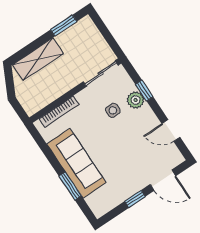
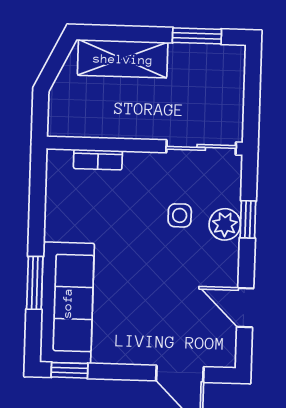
bookcase: (59, 112) -> (98, 160), width x0.64
sofa: (76, 163) -> (67, 303), moved
window: (135, 199) -> (70, 370), moved

